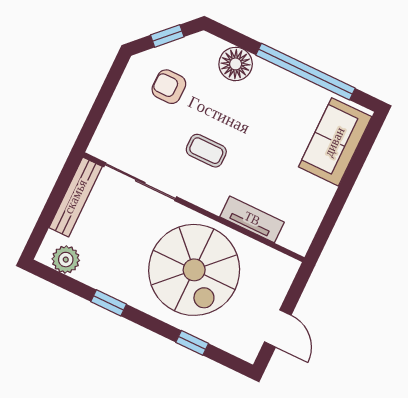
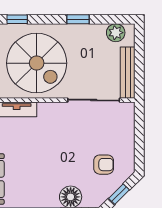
coffee table: (206, 151) -> (63, 137), removed
spiral stairs: (194, 270) -> (37, 63), turned 180

